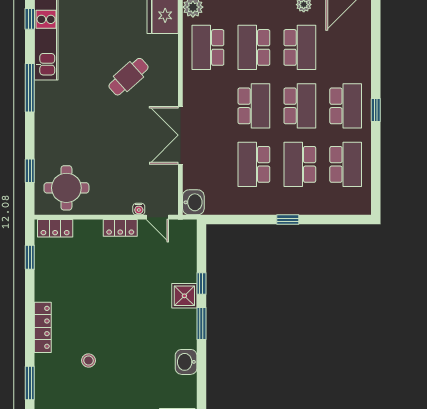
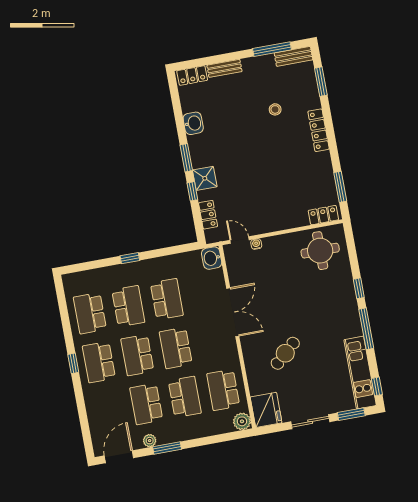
school desk: (208, 47) -> (223, 390), turned 180
window: (30, 171) -> (359, 288), moved
locker: (120, 228) -> (208, 215), moved, turned 90
window: (30, 257) -> (340, 187), width x1.50

